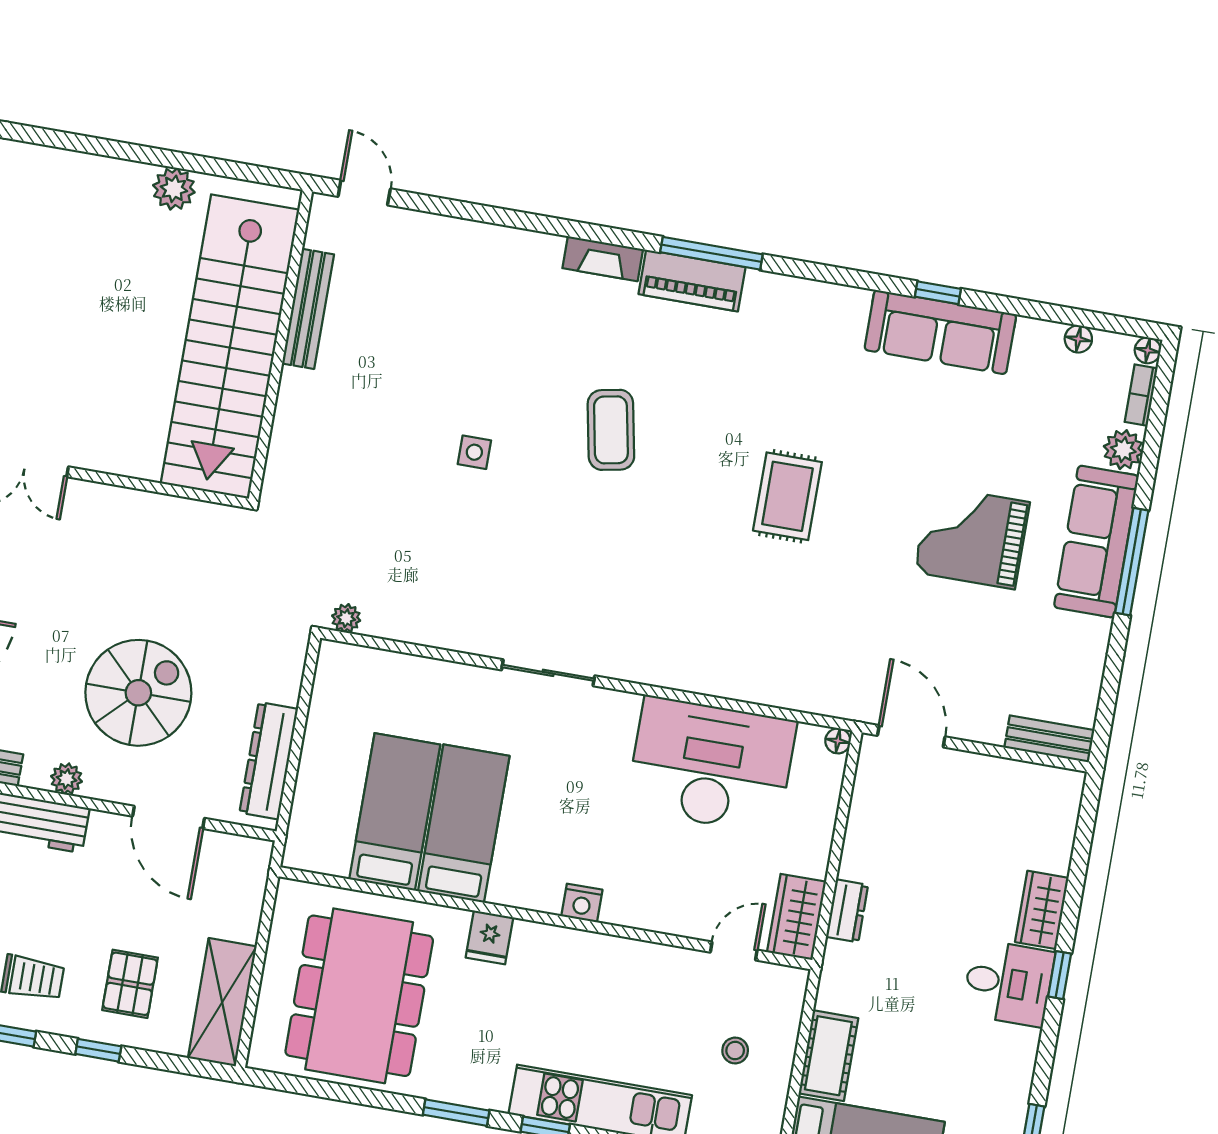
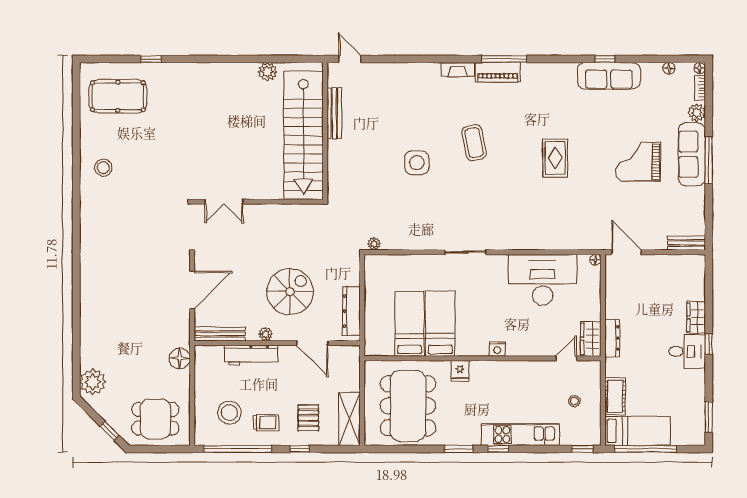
side table: (474, 452) -> (417, 163), width x1.87, depth x1.87
dresser: (847, 911) -> (612, 338), width x1.44

